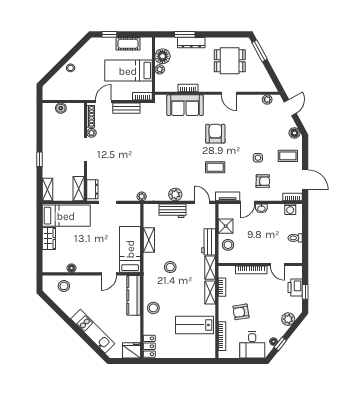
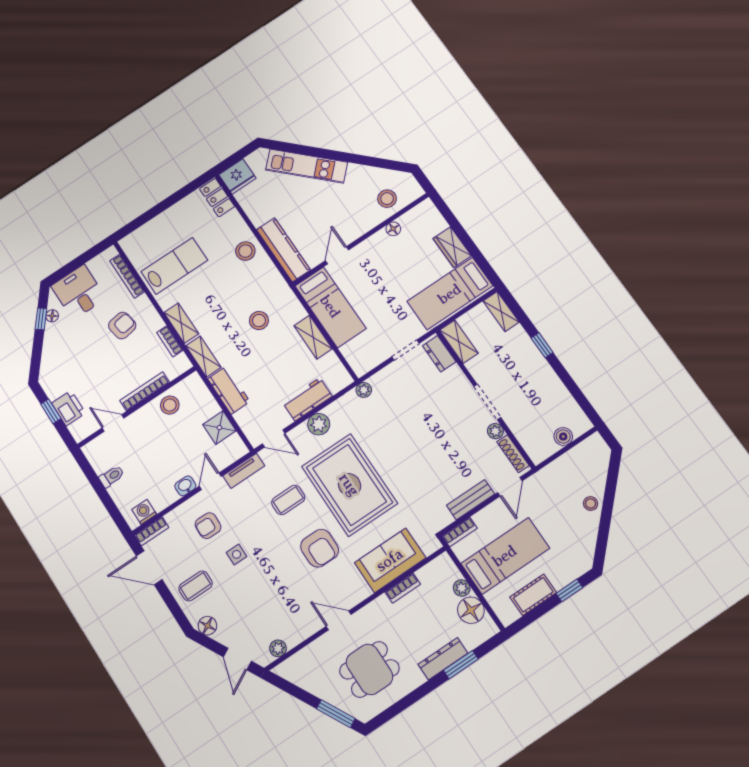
rug: (180, 155) -> (349, 485), added
stool: (228, 245) -> (170, 405), moved
plant: (288, 319) -> (51, 359), removed

